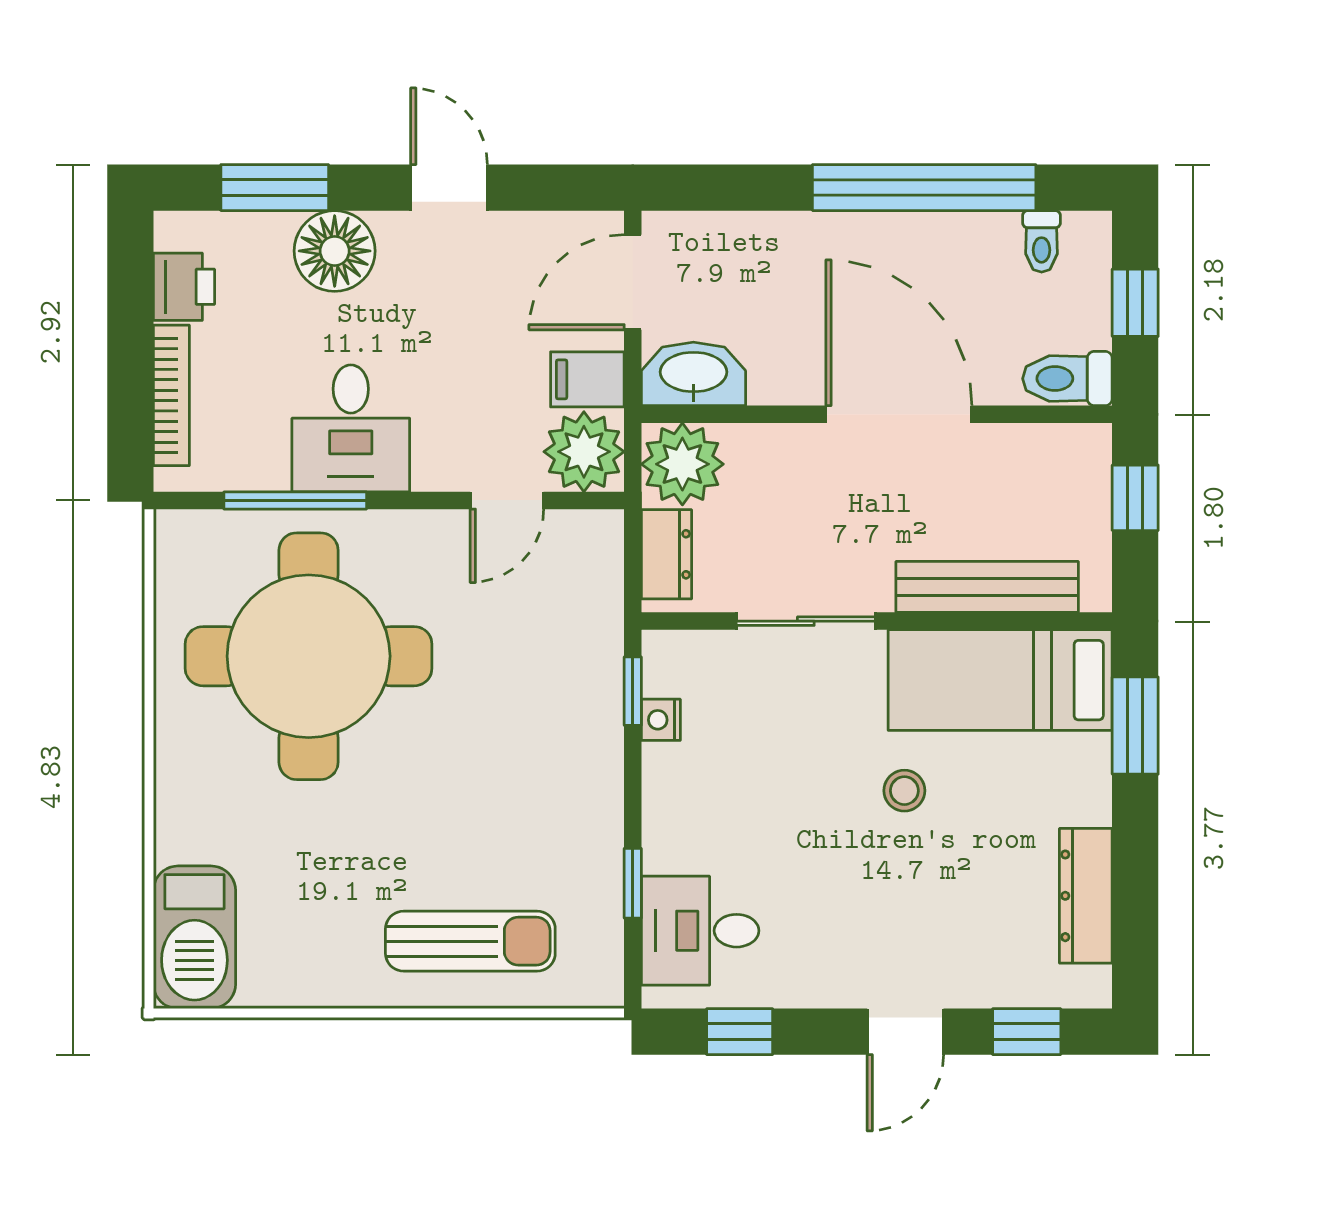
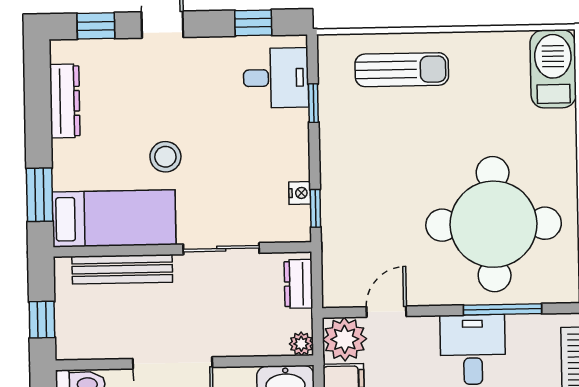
plant: (682, 464) -> (301, 344), width x0.53, depth x0.53
stool: (904, 791) -> (165, 157), width x1.37, depth x1.37
sun lounger: (470, 941) -> (402, 70), turned 180

